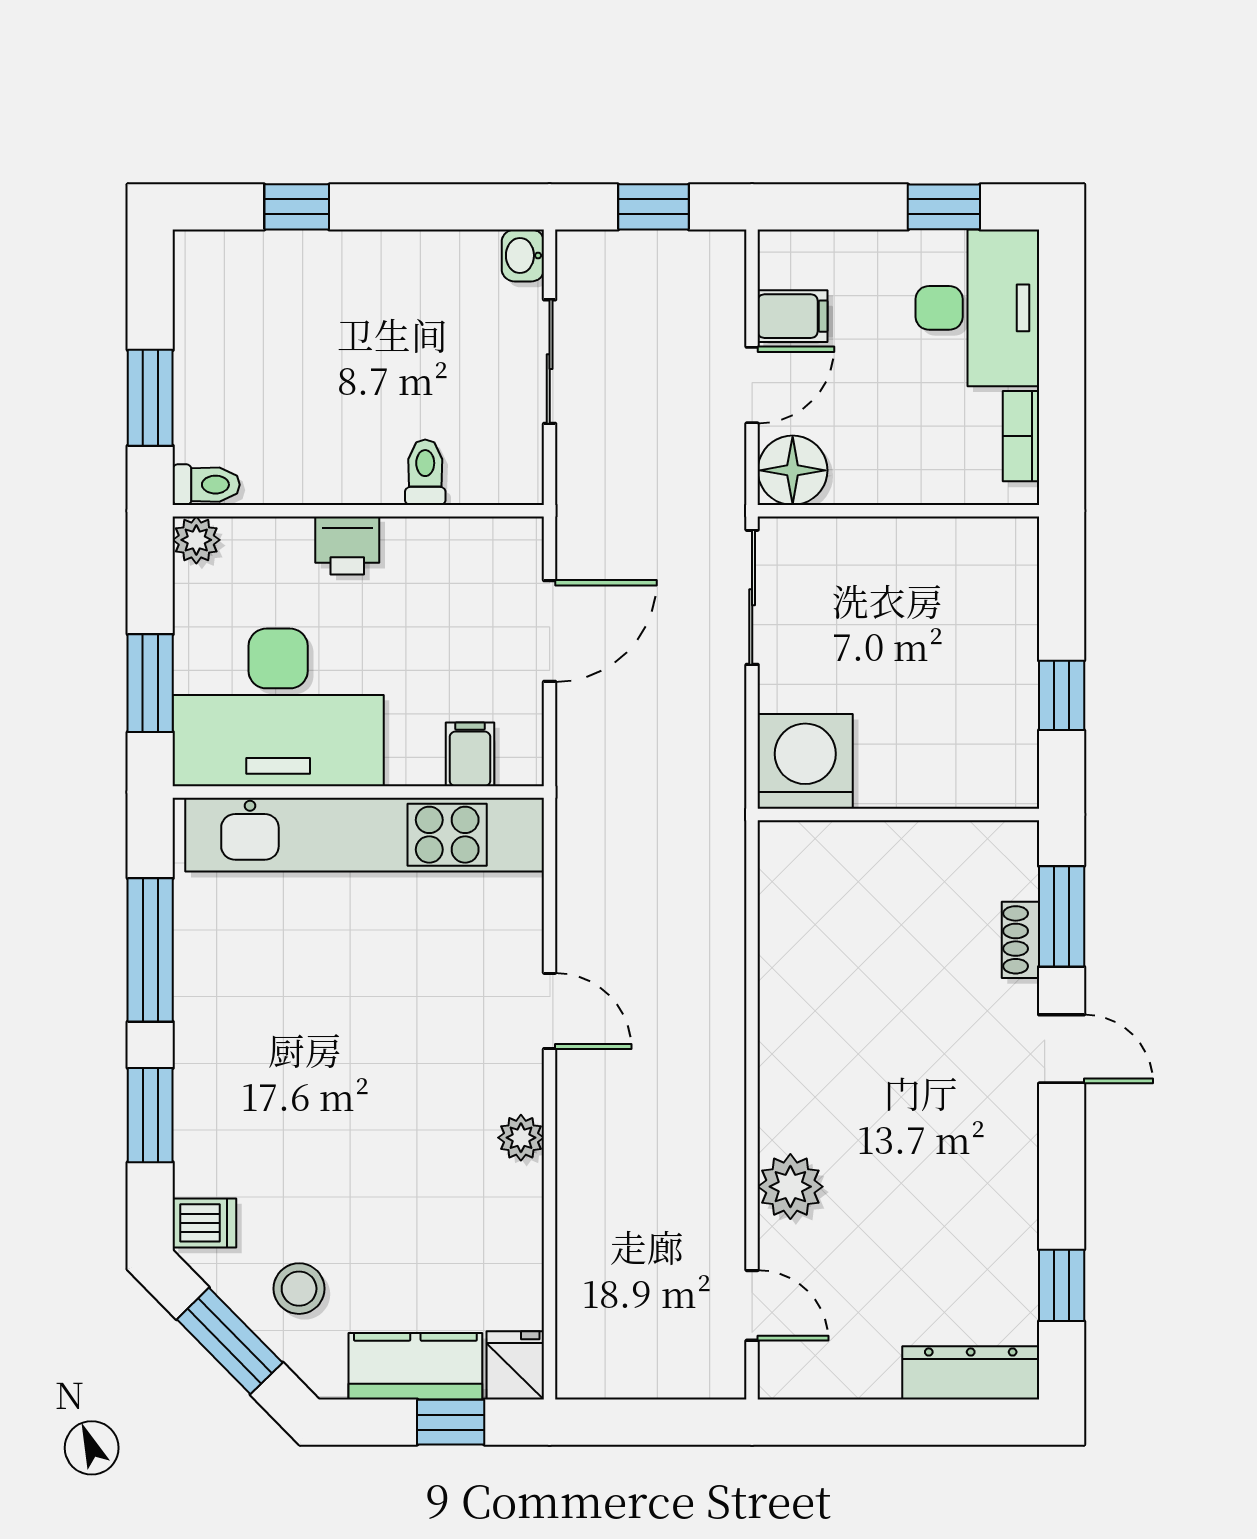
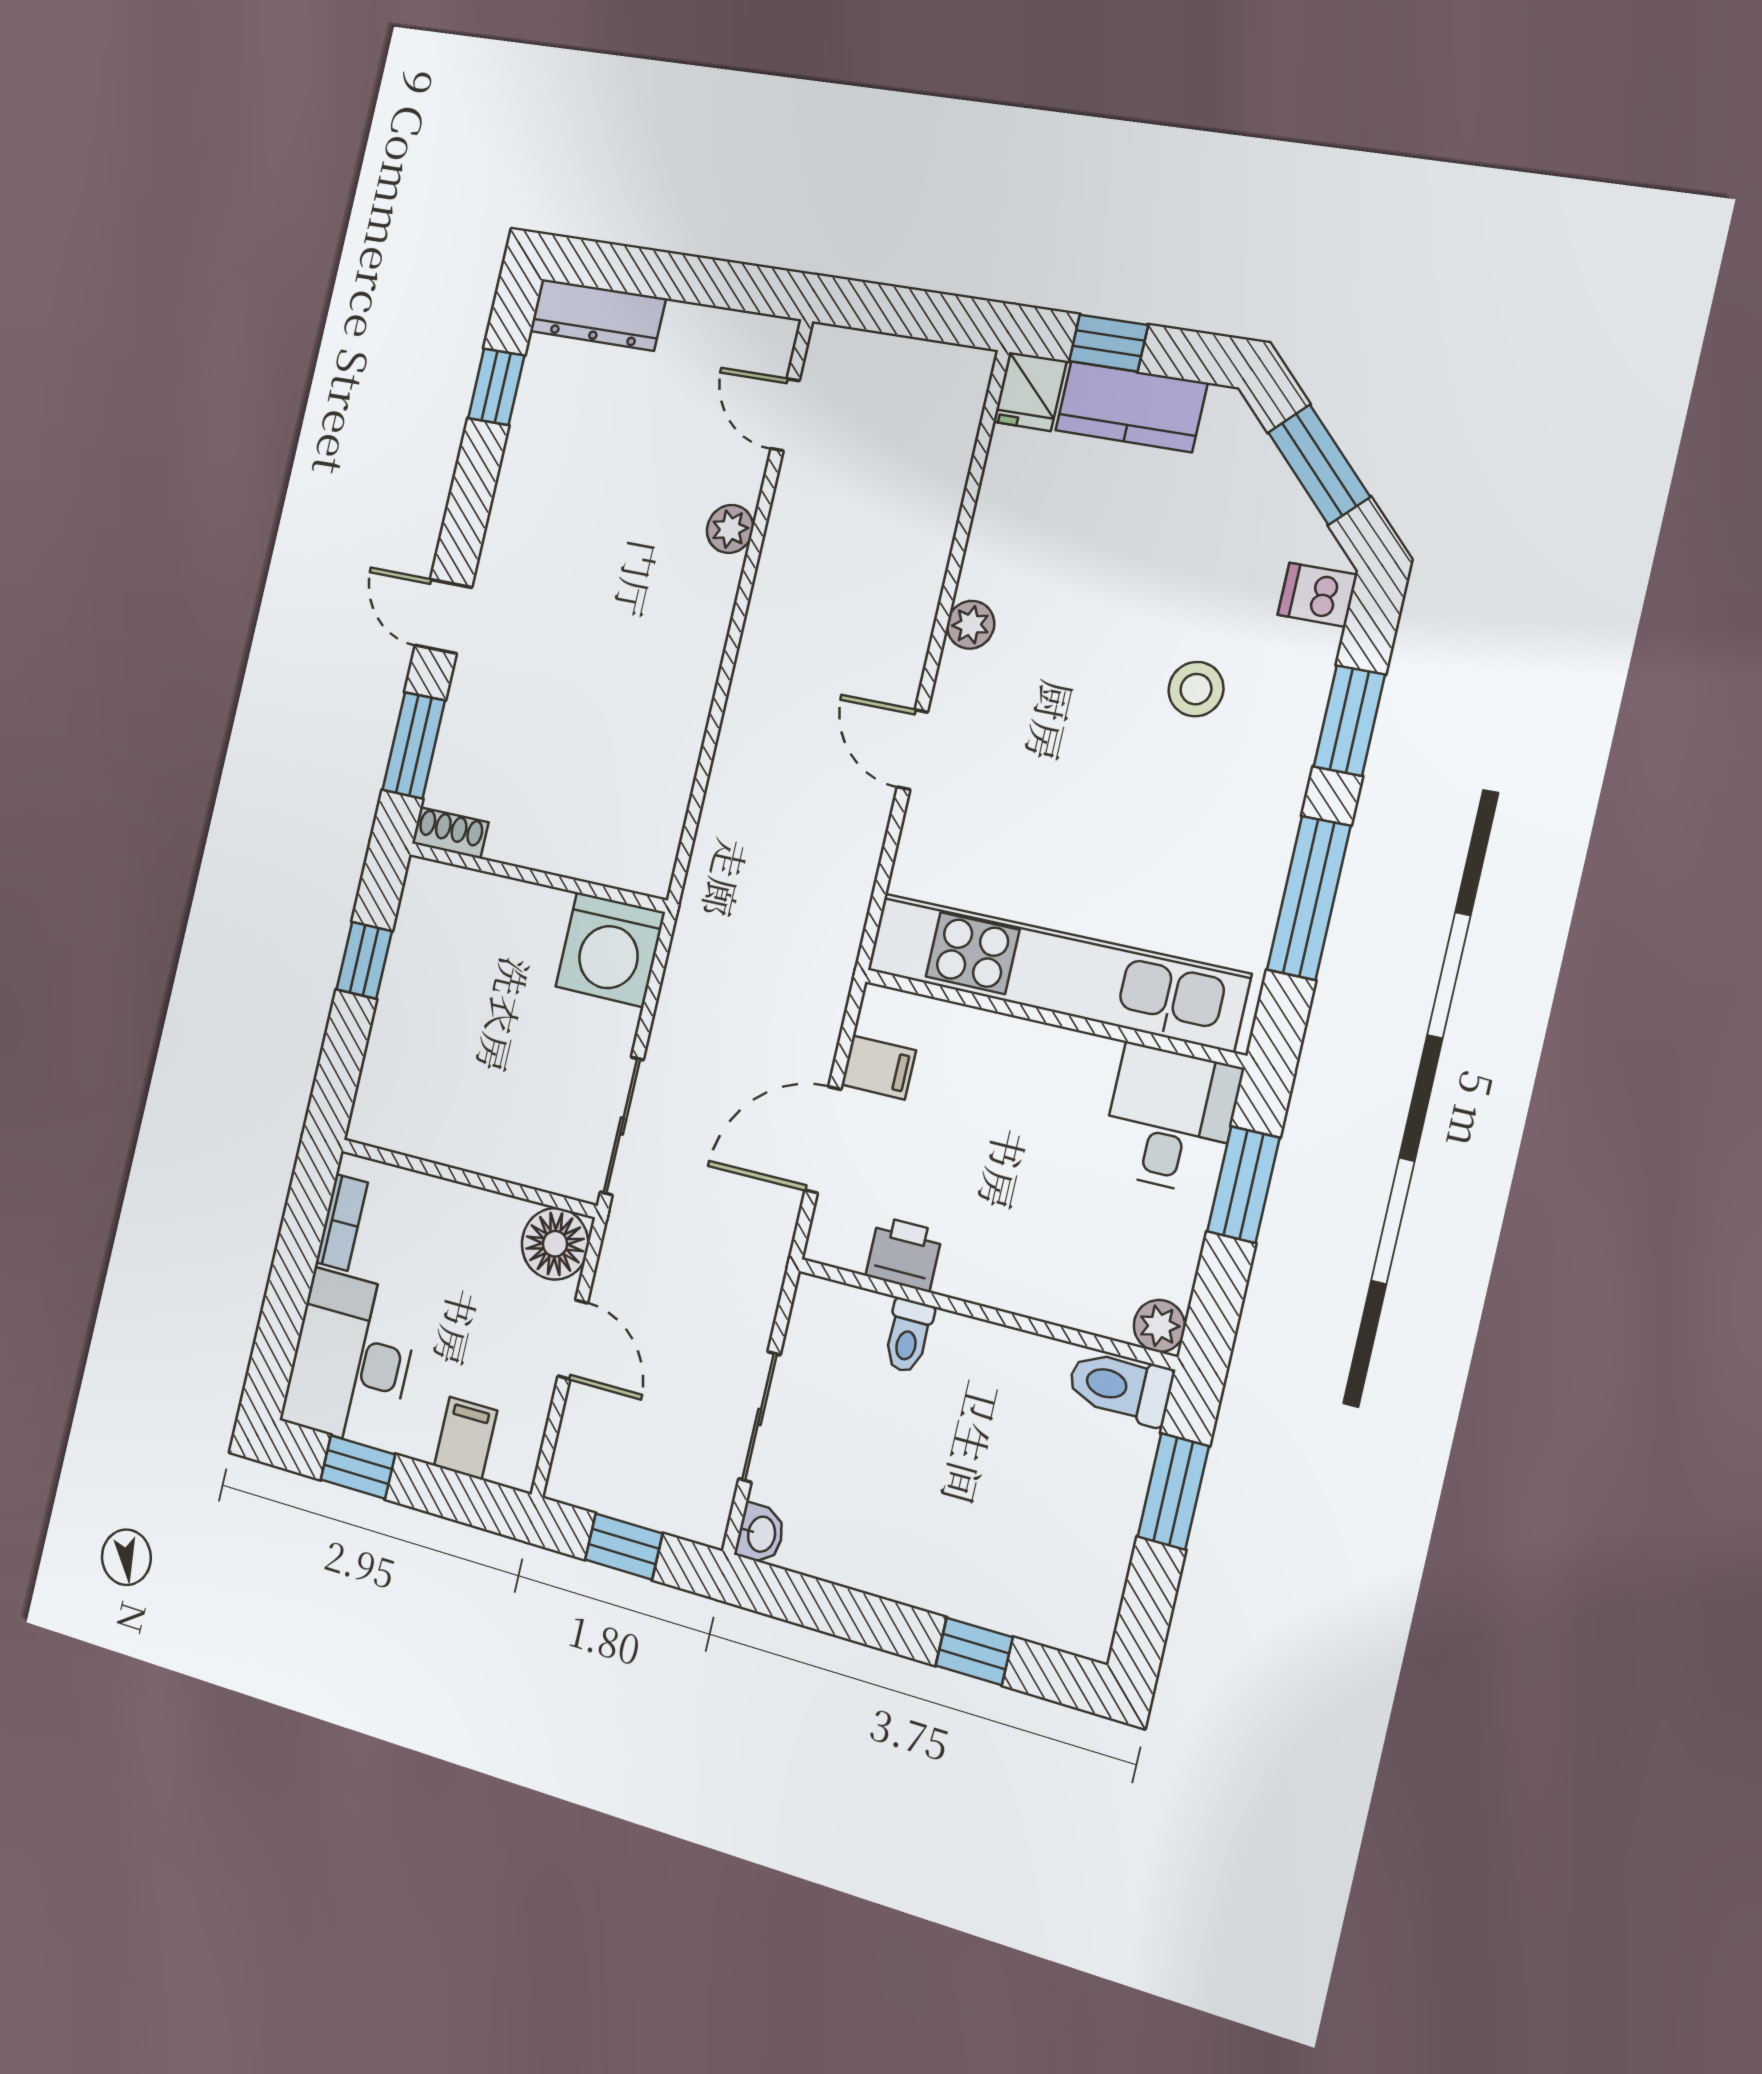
filing cabinet: (793, 316) -> (466, 1438), moved, turned 90
door: (752, 385) -> (573, 1340), swing flipped
toilet: (206, 485) -> (1120, 1387), width x1.37, depth x1.39
printer: (347, 545) -> (904, 1254), moved
desk: (278, 707) -> (1170, 1119), width x0.53, depth x0.77
filing cabinet: (470, 754) -> (879, 1067), moved, turned -90
shoe rack: (1020, 940) -> (450, 833), moved, turned -90
plant: (790, 1187) -> (730, 529), width x0.73, depth x0.73
stool: (299, 1289) -> (1196, 689), moved

